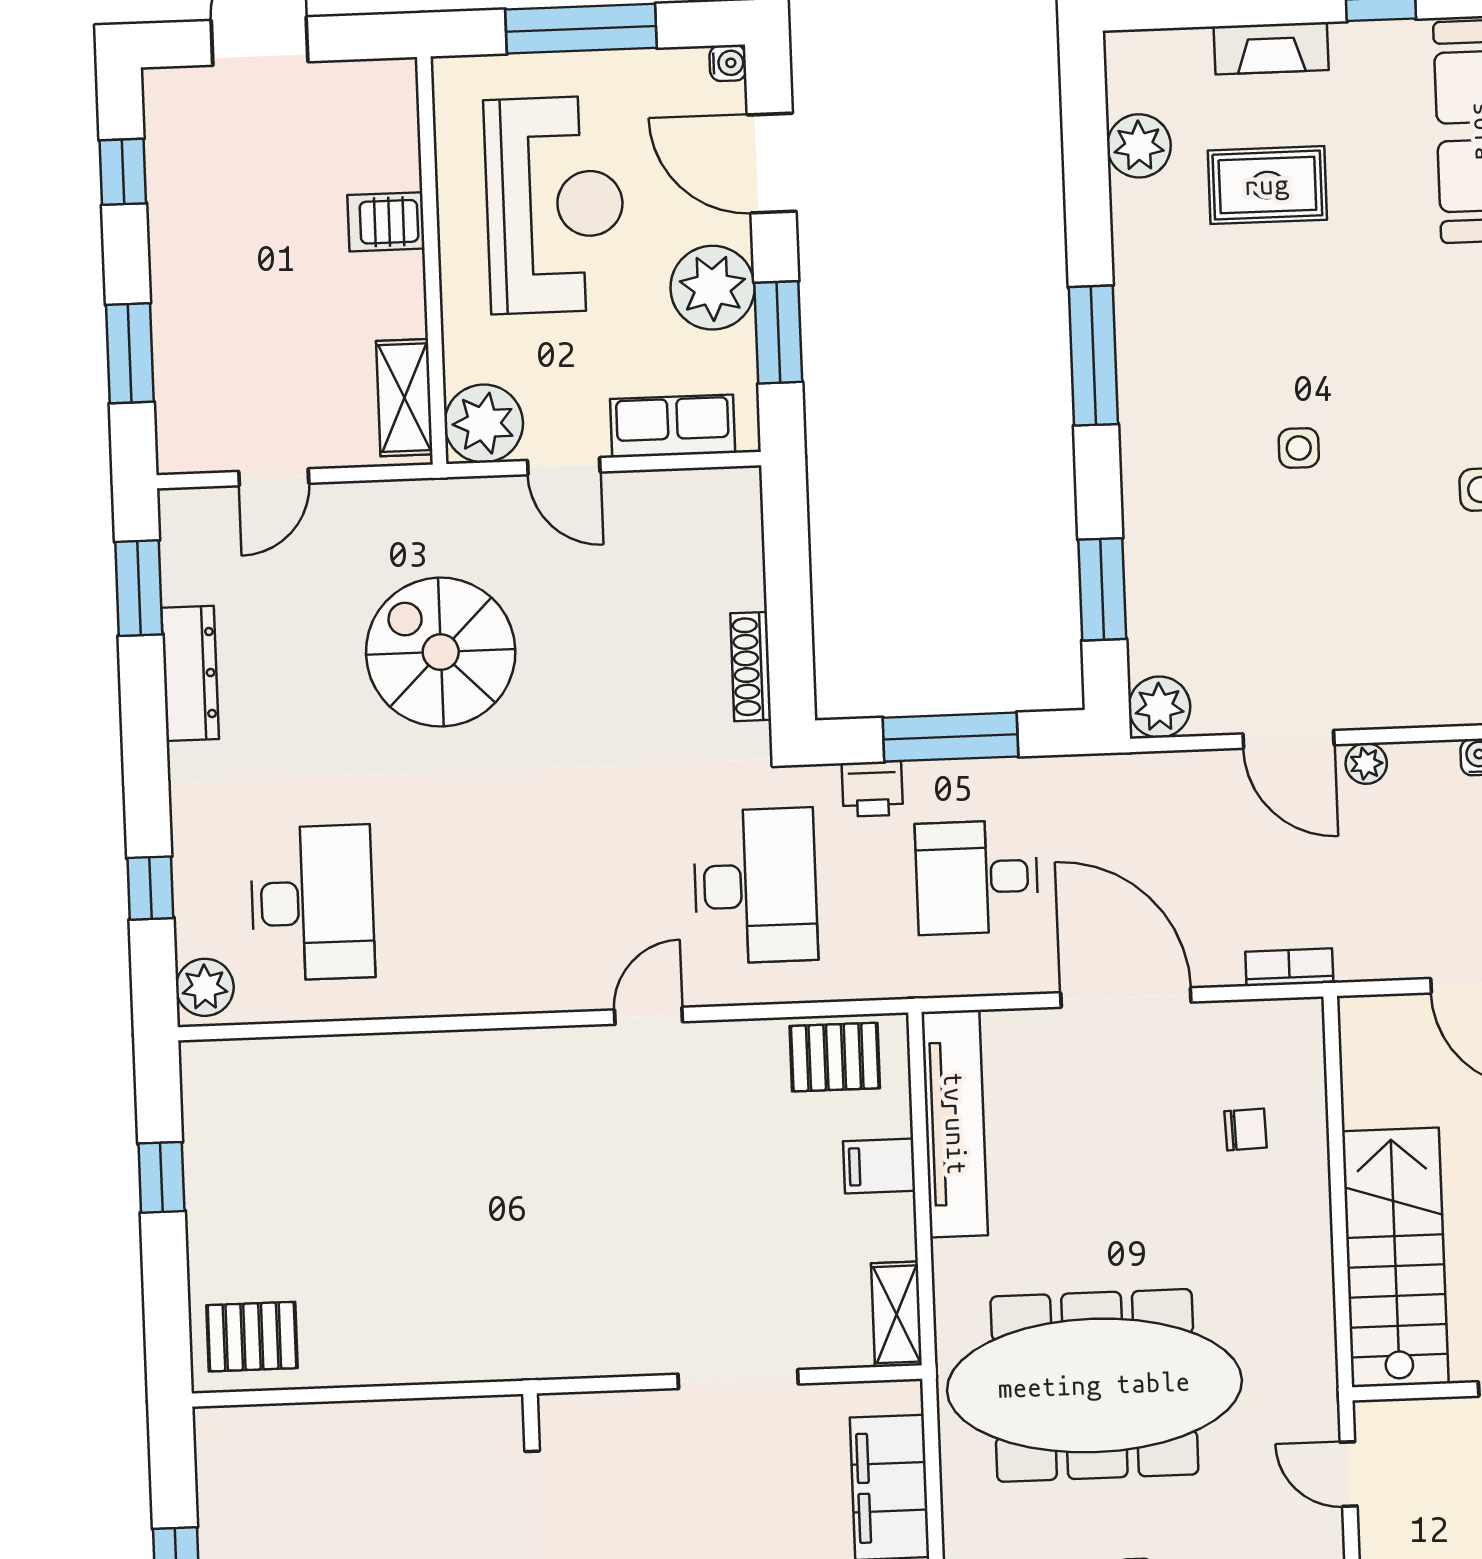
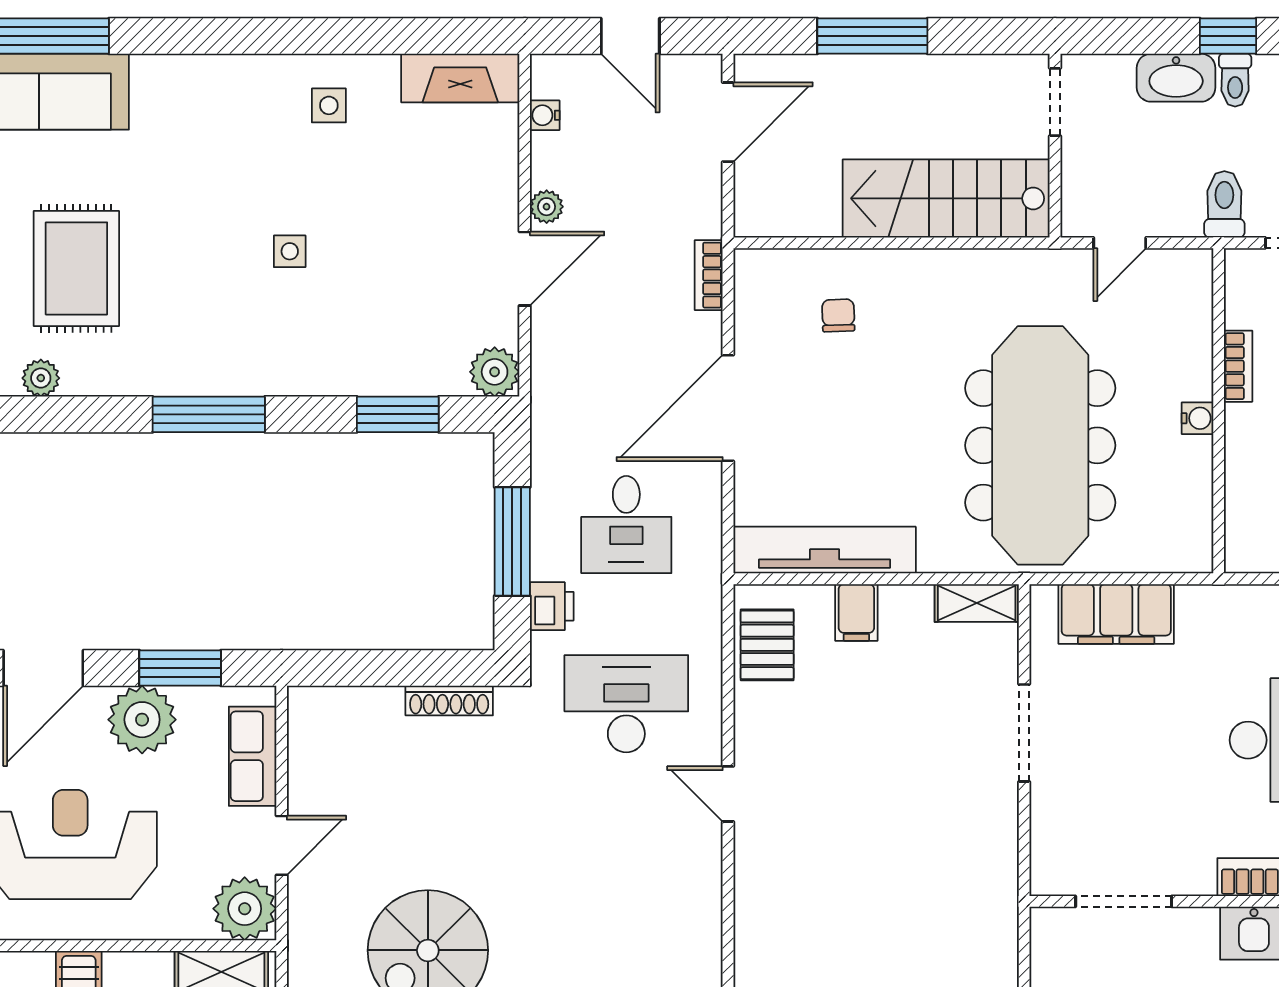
plant: (1139, 146) -> (41, 378), width x0.73, depth x0.73
rug: (1267, 185) -> (76, 268), width x1.36, depth x1.43

